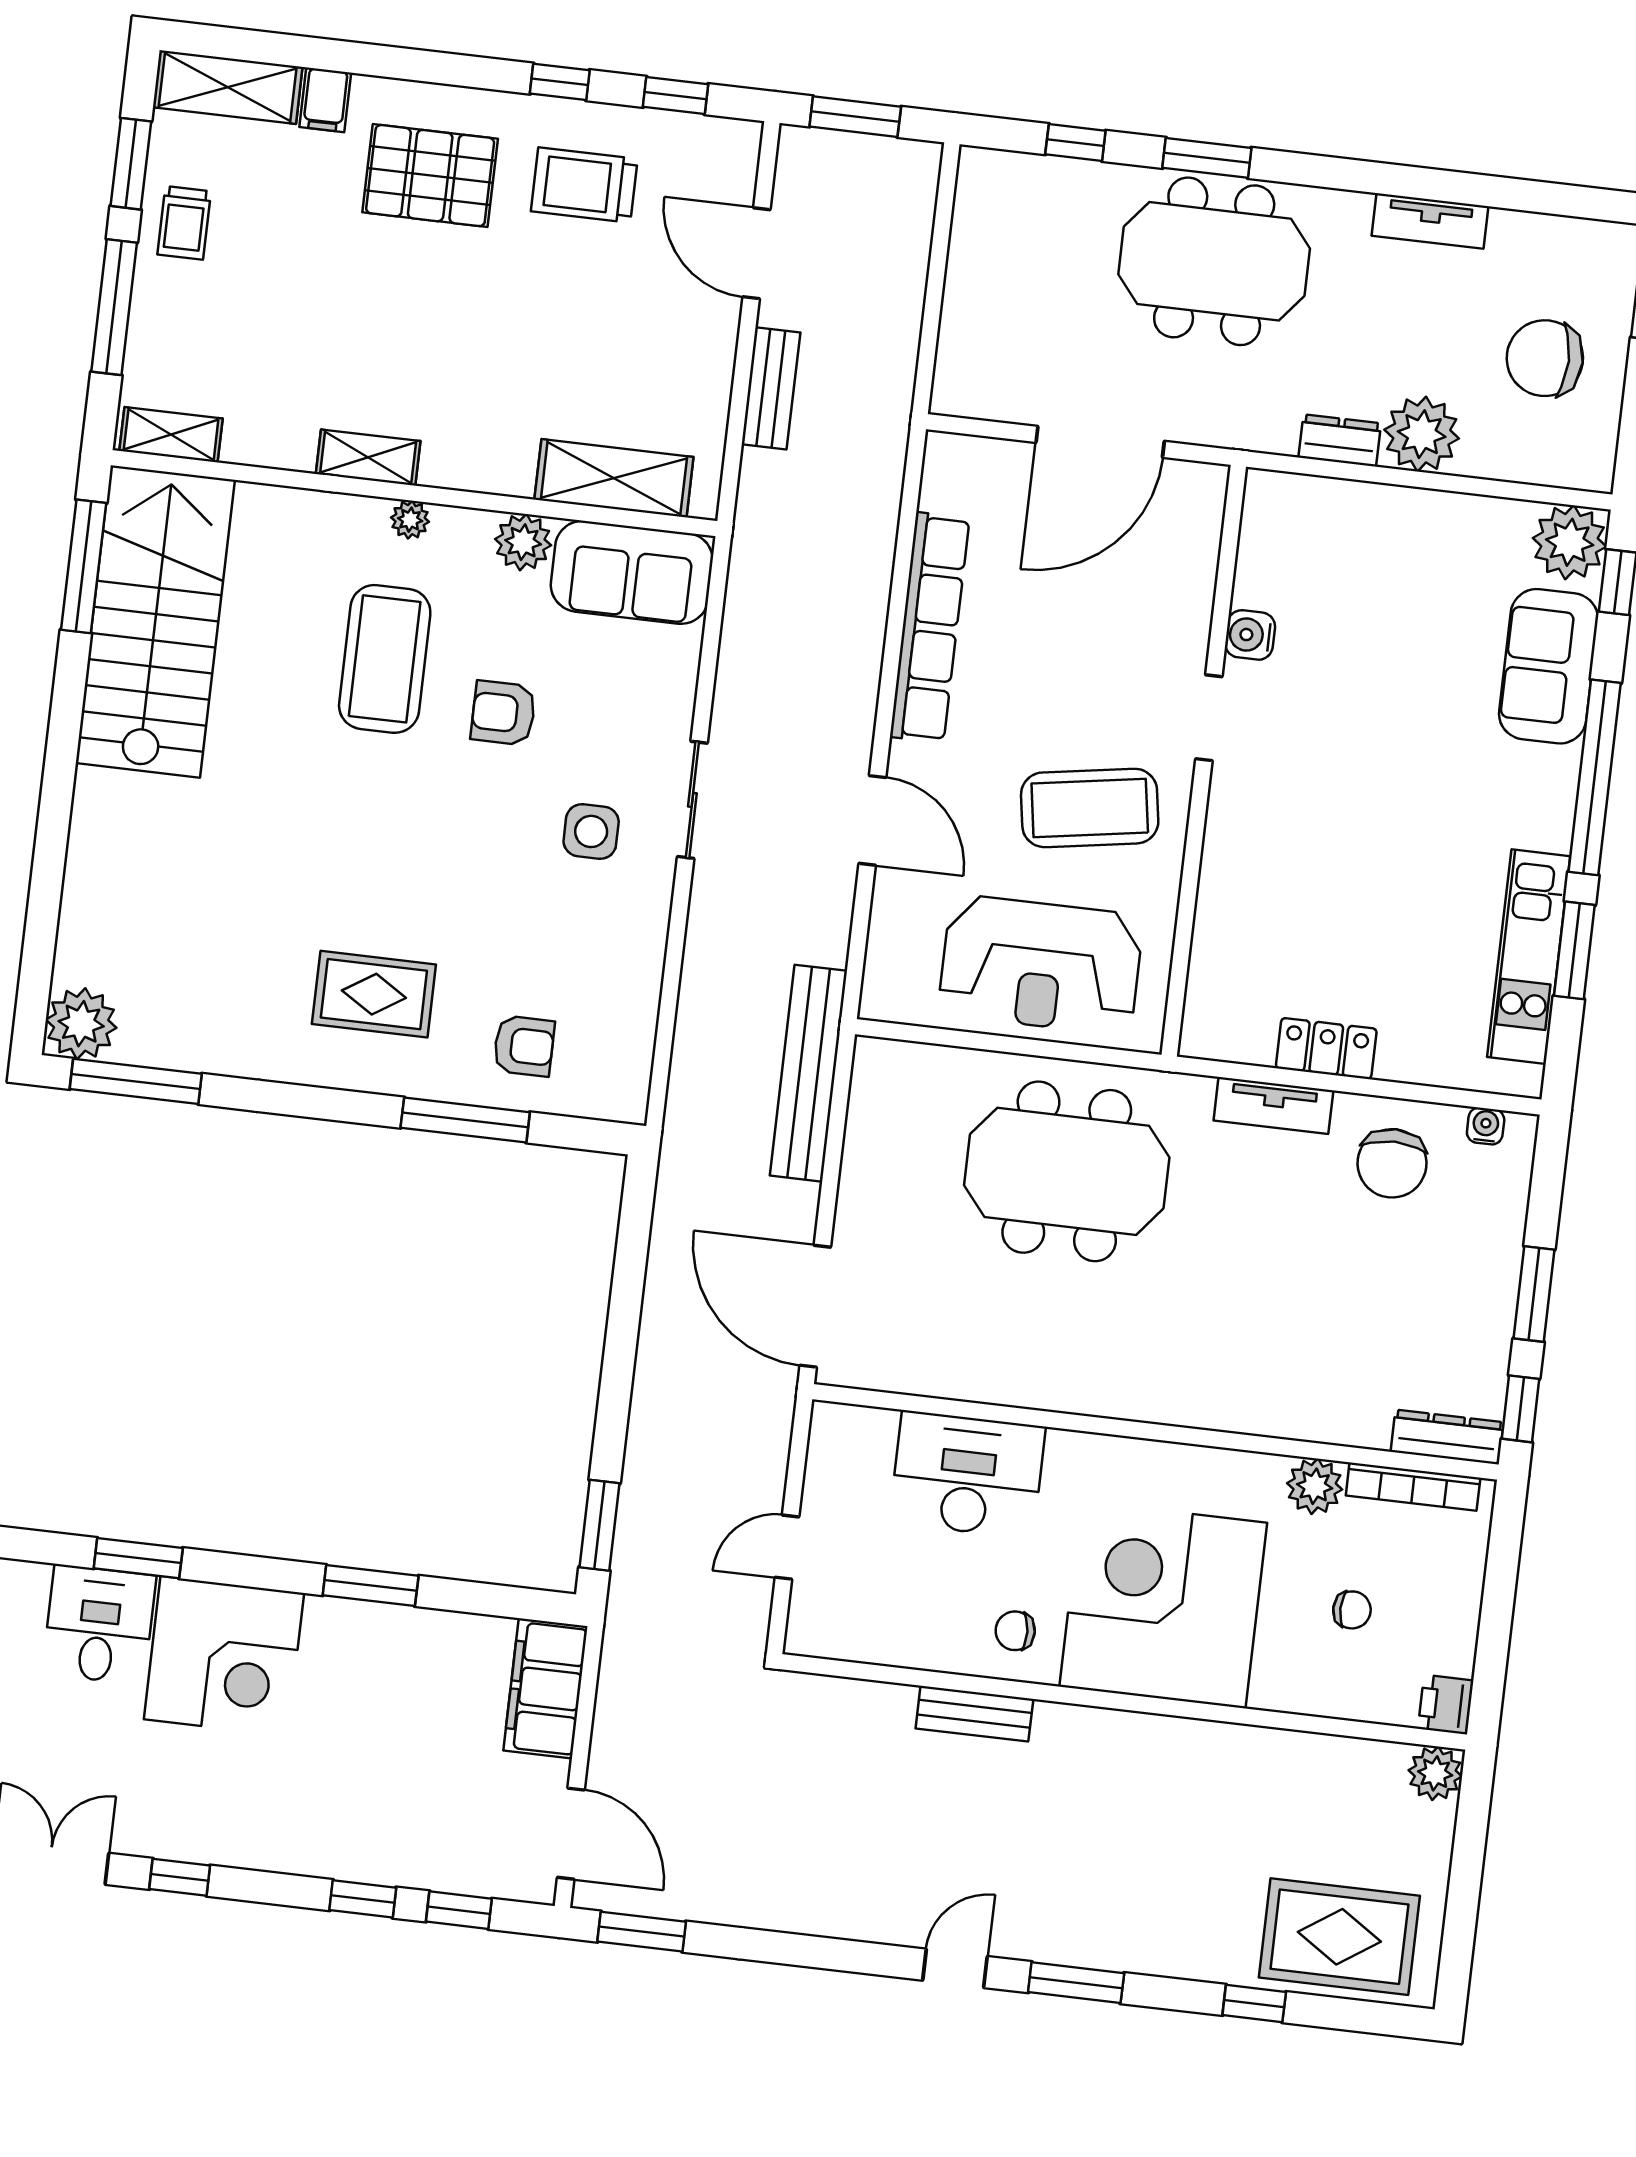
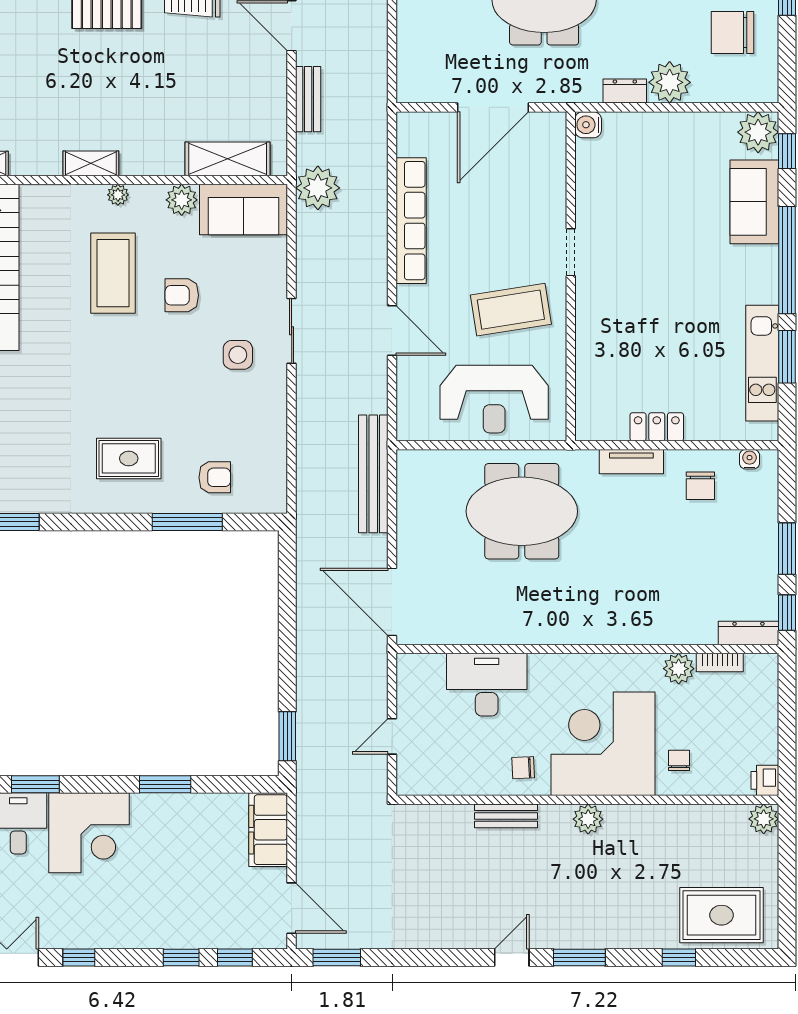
plant: (769, 549) -> (318, 188), added
water cooler: (1250, 635) -> (588, 125), moved
chair: (1392, 1163) -> (700, 486), width x0.73, depth x0.73
bookcase: (1413, 1487) -> (720, 662), width x0.64
chair: (1352, 1610) -> (679, 760), moved, turned -90
plant: (1121, 1737) -> (588, 819), added

